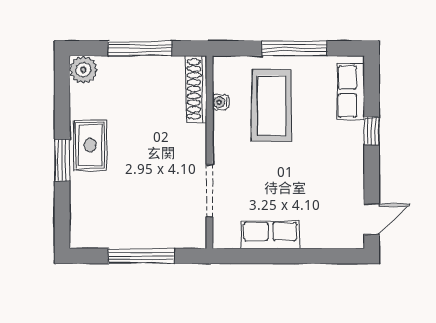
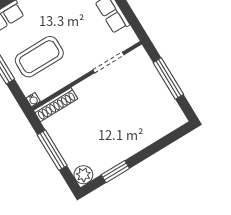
water cooler: (220, 102) -> (33, 100), moved
rug: (90, 145) -> (123, 145), removed
window: (62, 160) -> (115, 172), moved

